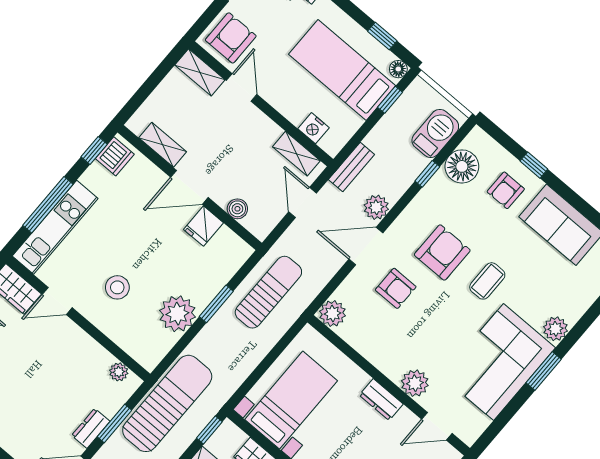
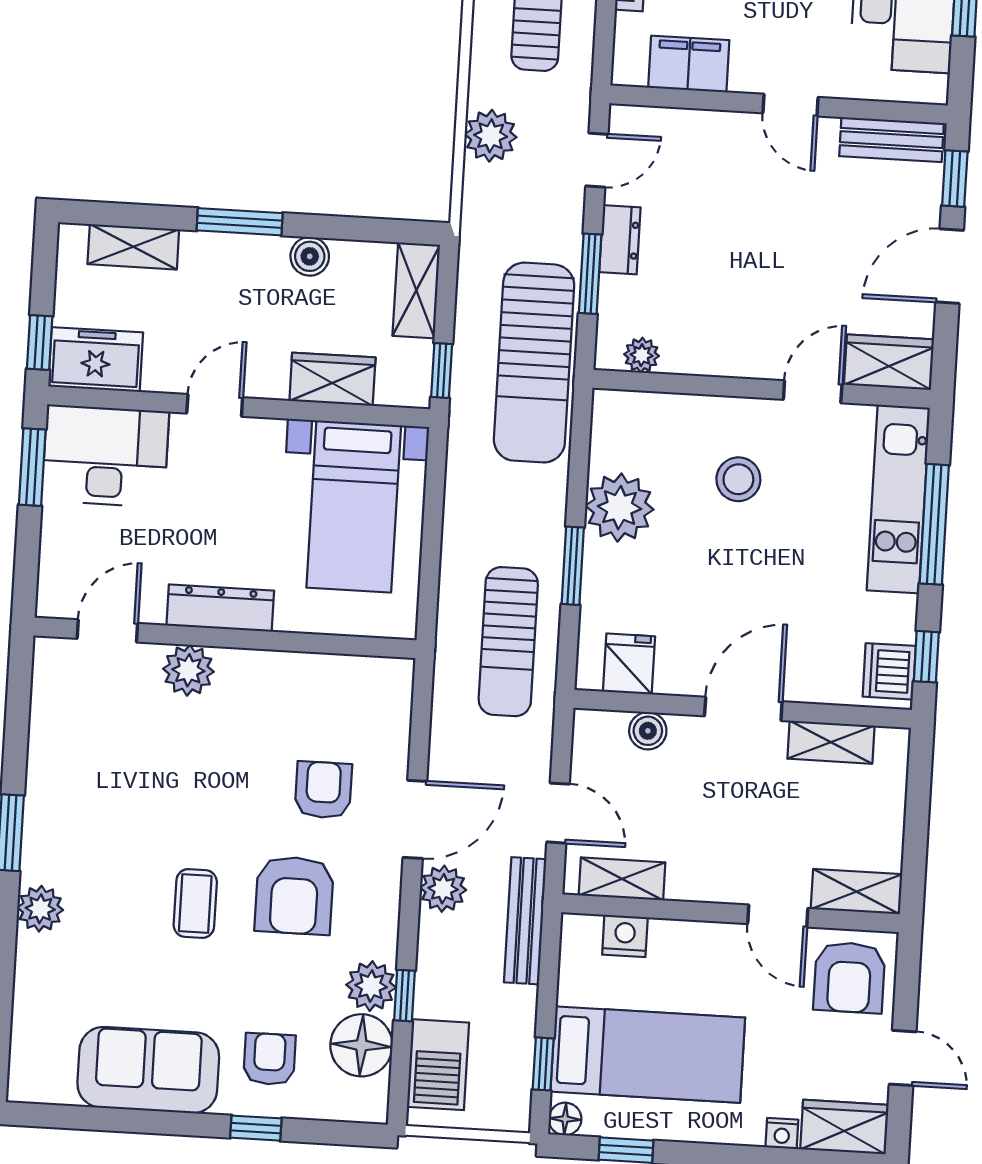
bench: (351, 167) -> (525, 921), width x1.36
fridge: (203, 226) -> (629, 664), moved
armchair: (396, 288) -> (323, 790), turned 90
plant: (332, 313) -> (371, 986), moved
corner sofa: (499, 362) -> (88, 795), removed
dresser: (381, 400) -> (220, 608), width x1.44

